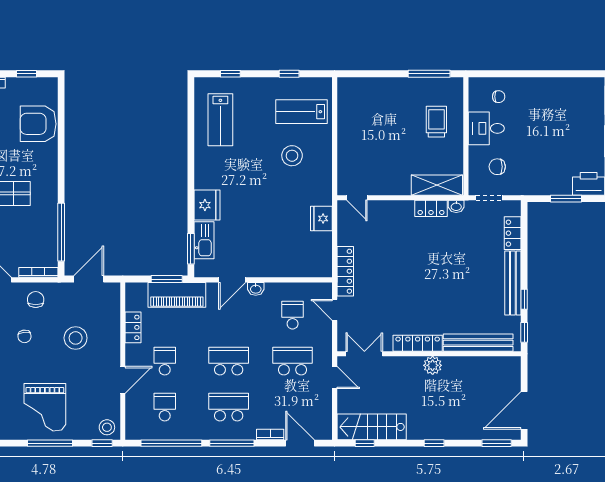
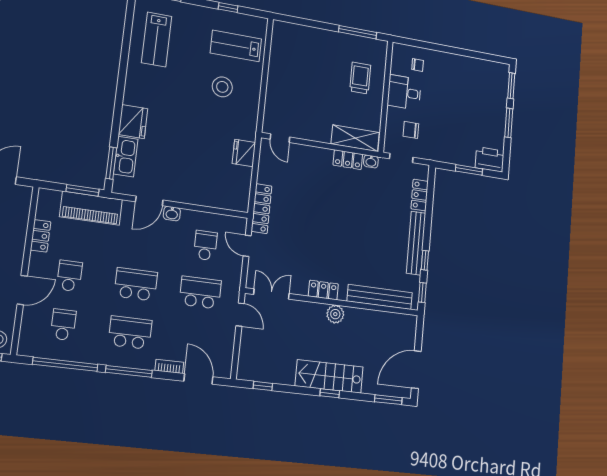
locker: (418, 343) -> (323, 290), width x0.66
stairs: (372, 427) -> (329, 376), moved

